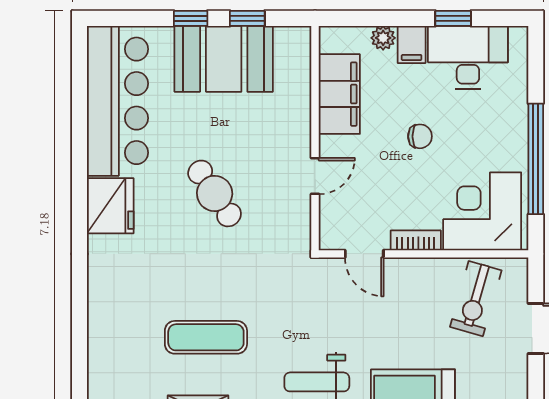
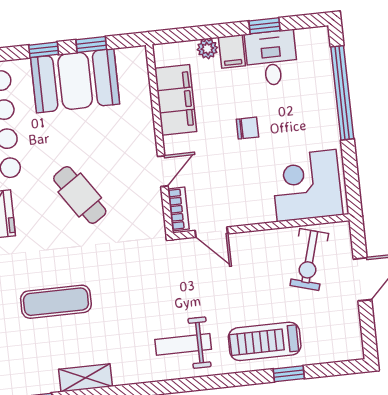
desk: (468, 57) -> (271, 58), width x0.73
window: (536, 159) -> (342, 93), moved
bookcase: (416, 240) -> (178, 209), moved, turned 90
exercise mat: (206, 337) -> (56, 302), moved

